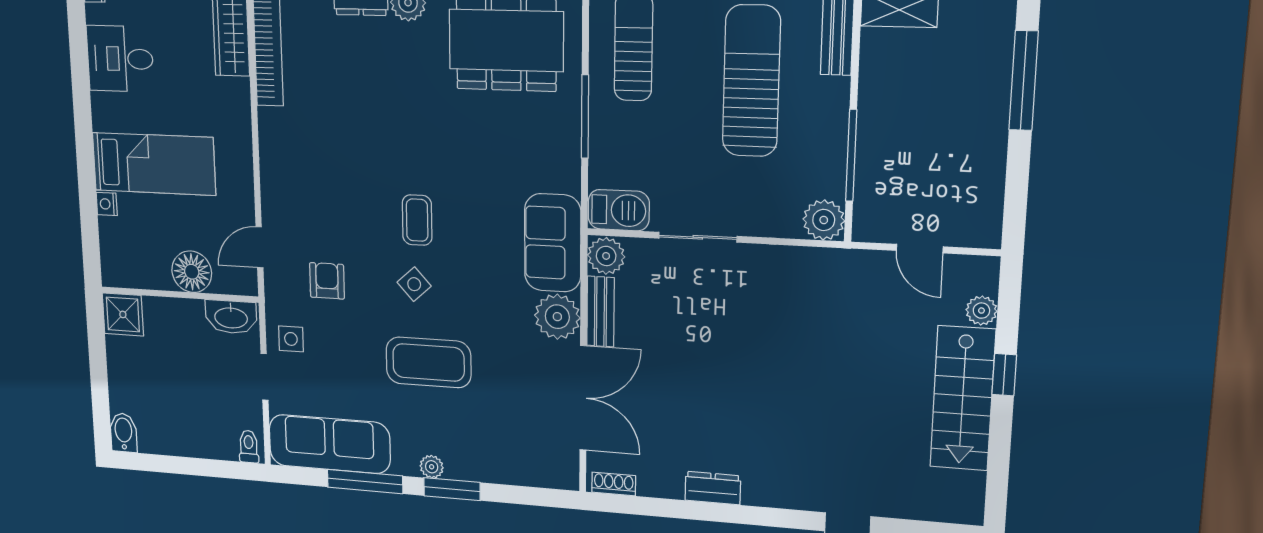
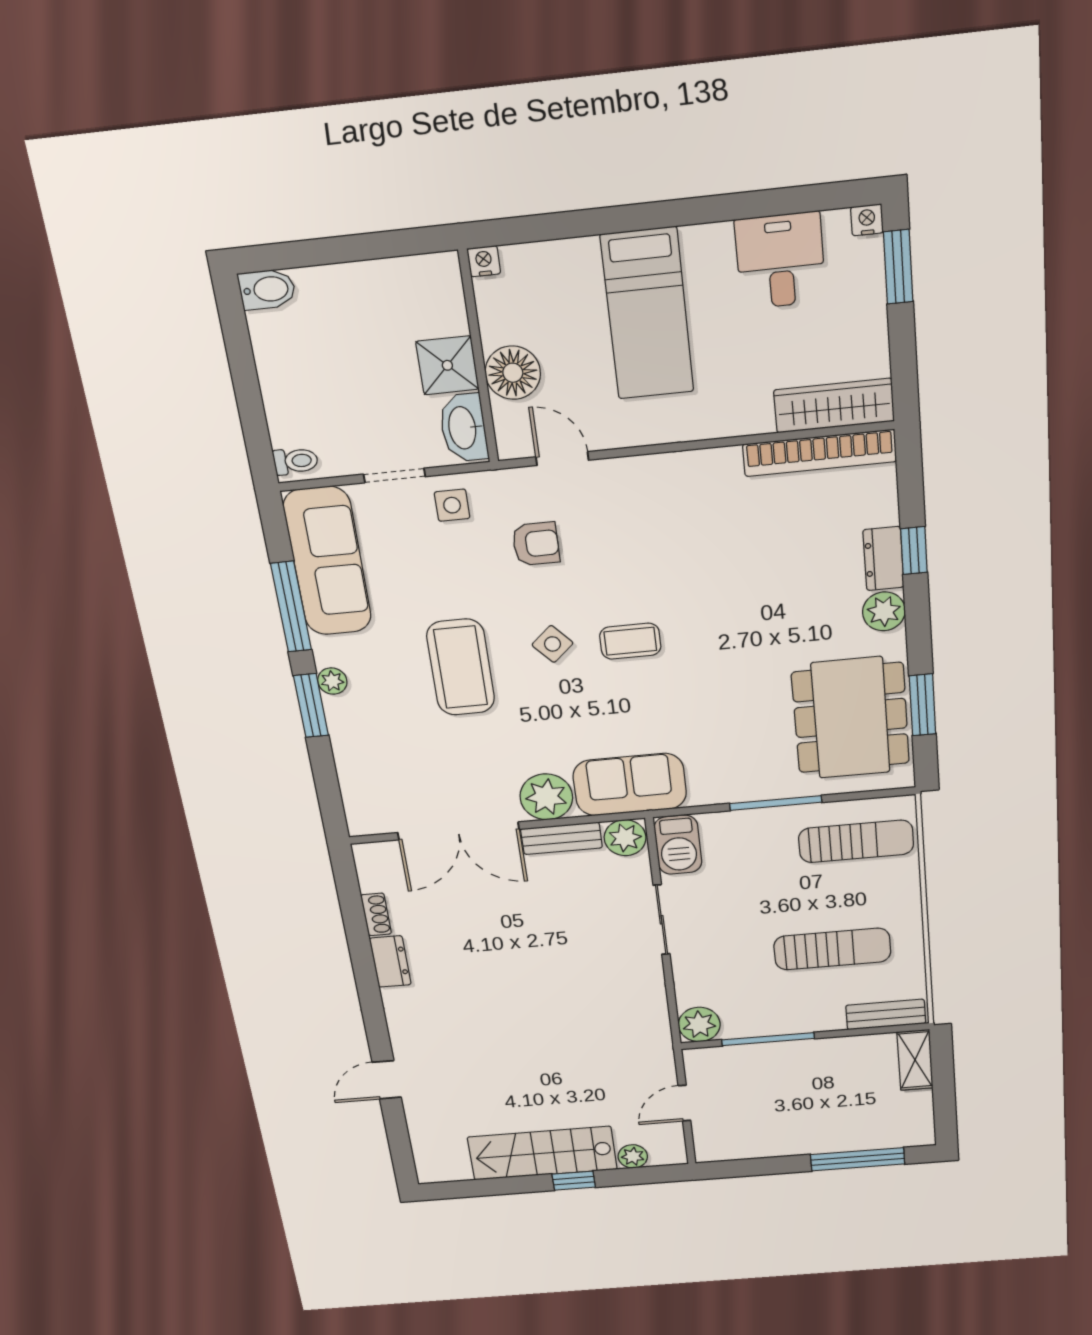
sun lounger: (751, 81) -> (832, 949), width x0.73, depth x0.75
nightstand: (107, 204) -> (484, 261), moved
shower: (123, 314) -> (447, 365), moved
shoe rack: (614, 484) -> (376, 914), moved

